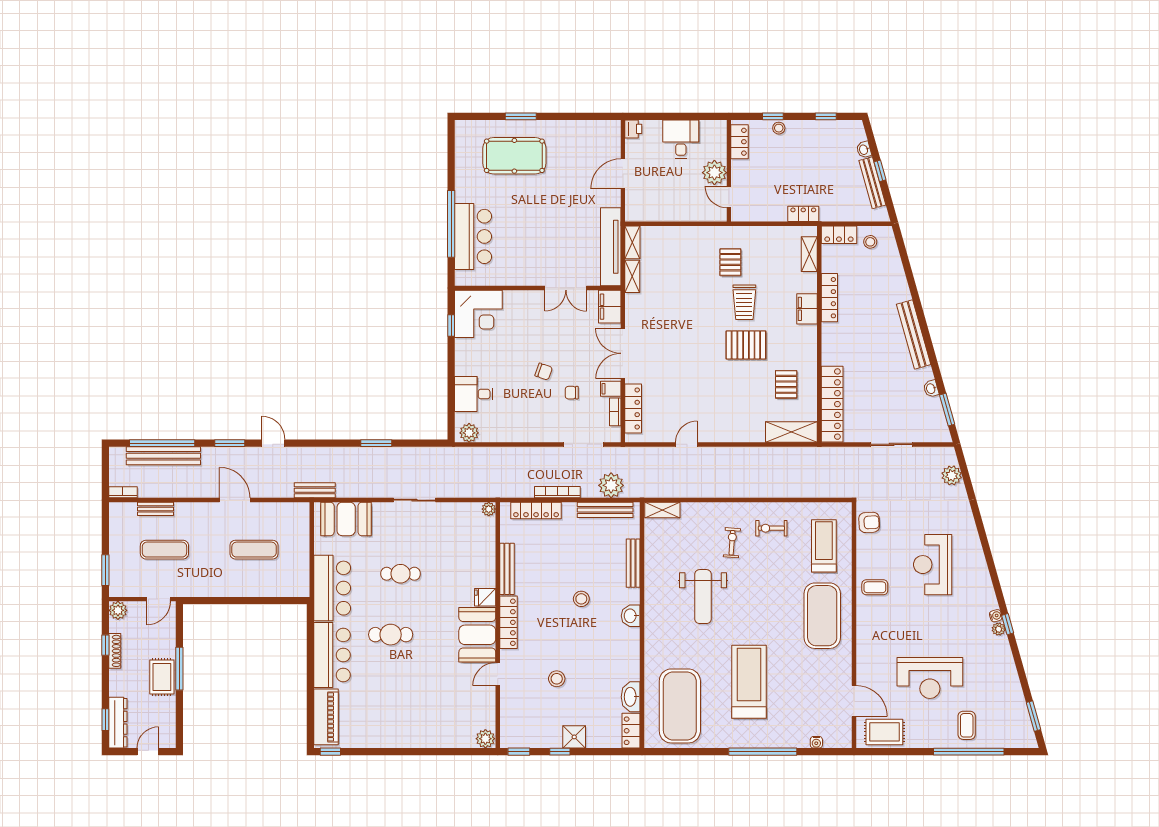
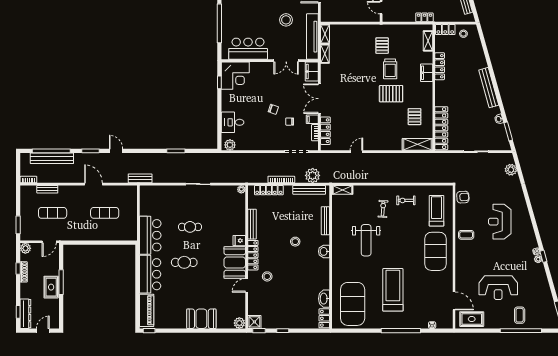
stool: (565, 218) -> (286, 20), added
bar counter: (473, 236) -> (248, 49), moved, turned -90
booth: (346, 519) -> (201, 319), moved
stool: (557, 679) -> (267, 276), moved
shower: (574, 737) -> (254, 322), moved

